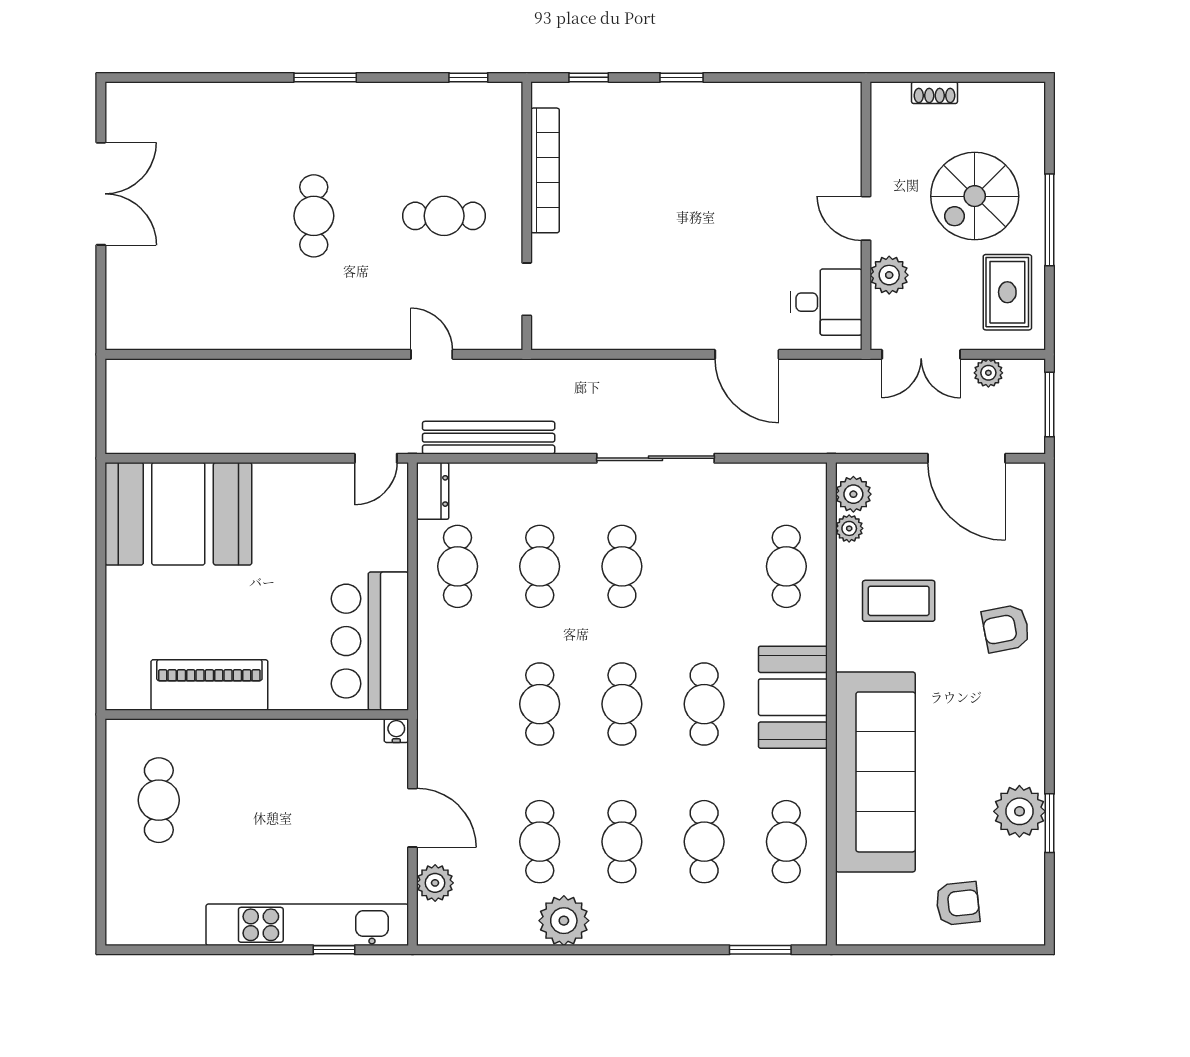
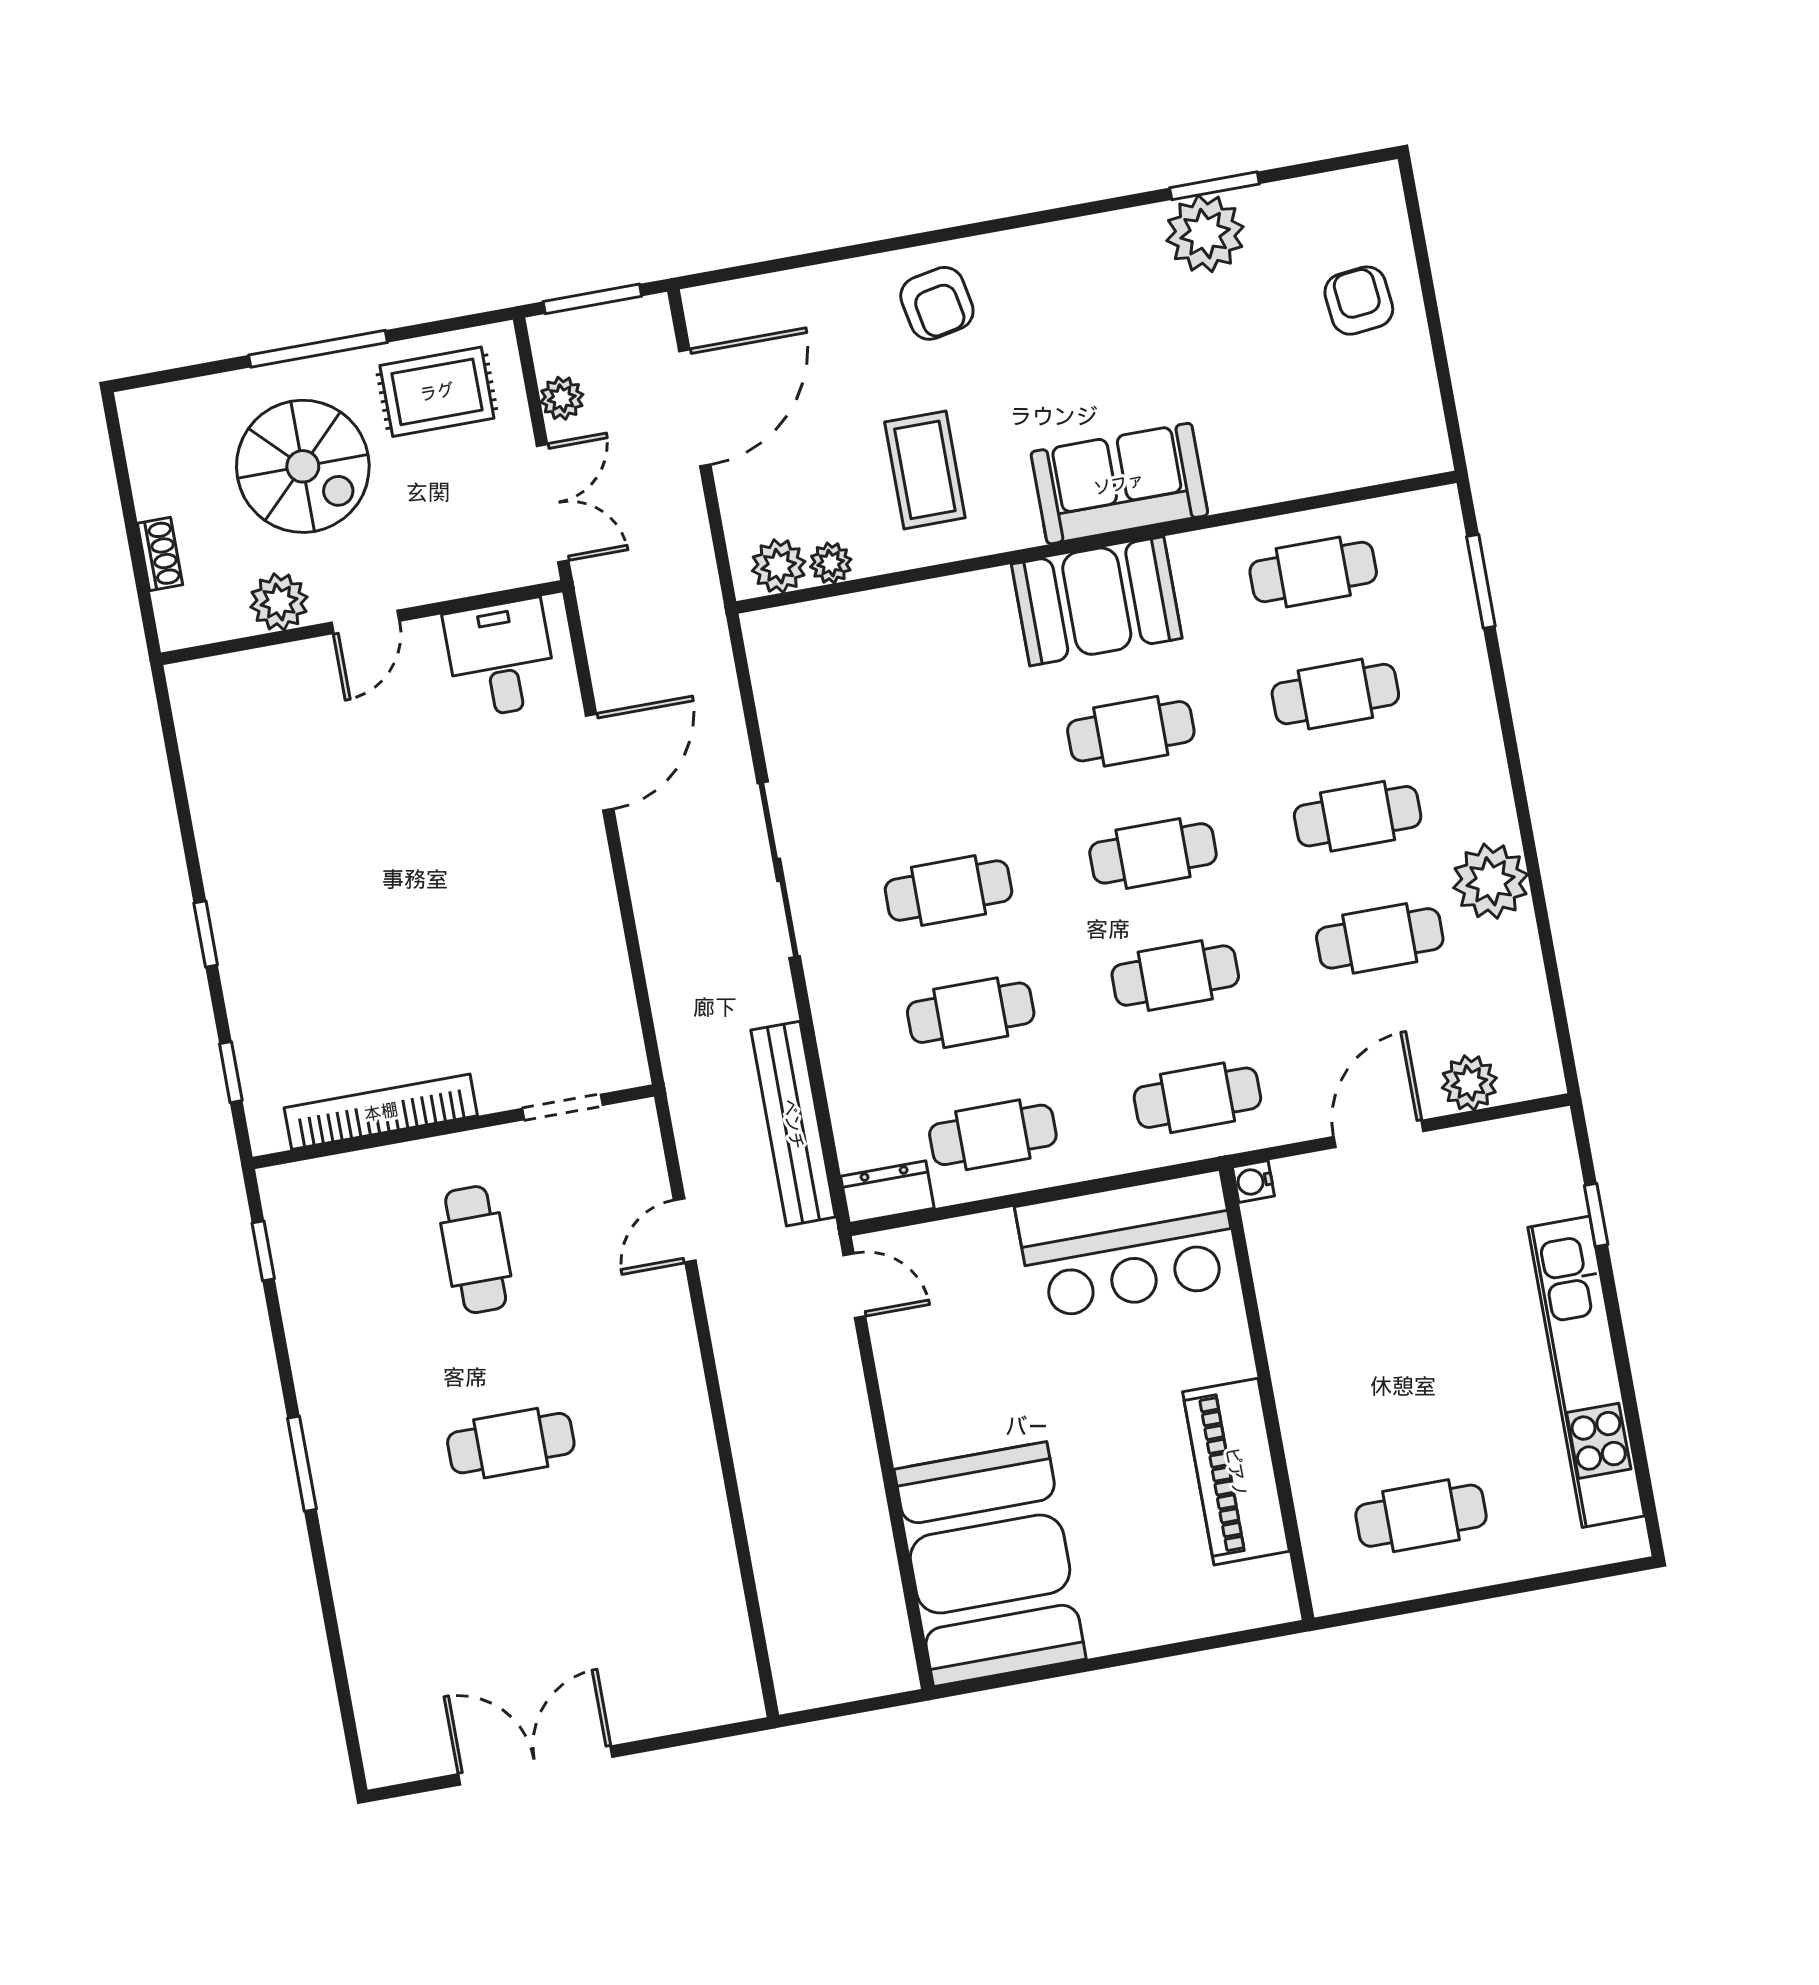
plant: (889, 275) -> (279, 602), moved
cafe table: (786, 566) -> (1197, 1098), moved
sofa: (875, 772) -> (1119, 484), width x0.54, depth x0.79
kitchen unit: (307, 925) -> (1586, 1372), moved

